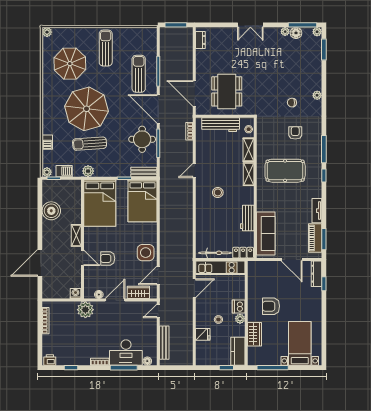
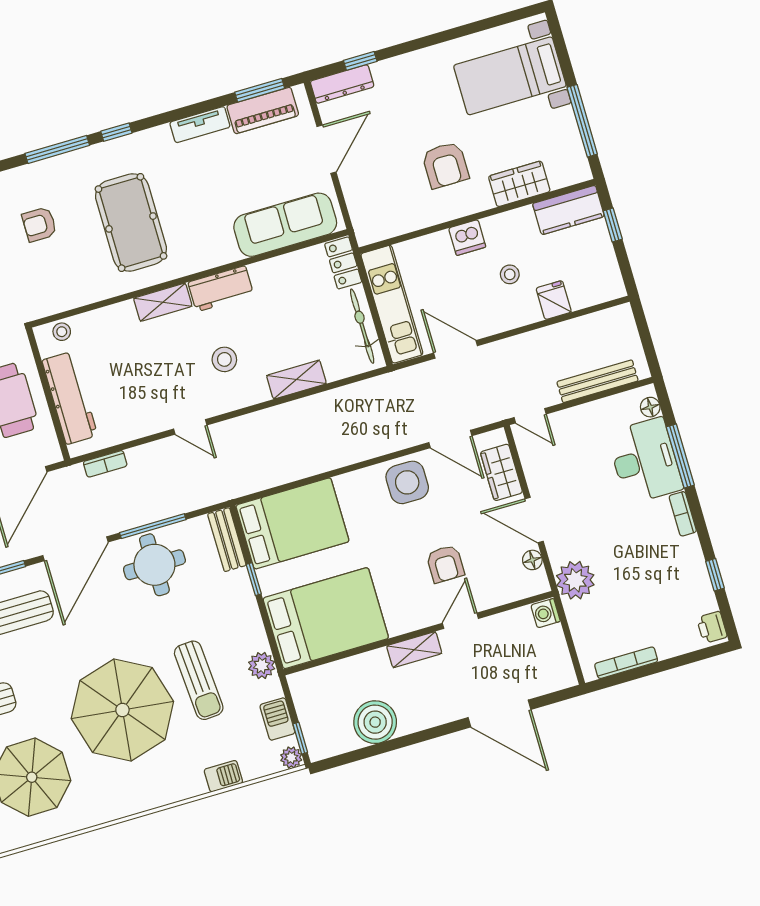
shelving: (248, 150) -> (296, 380), moved
workbench: (247, 218) -> (221, 289), moved
plant: (240, 319) -> (494, 226), removed

